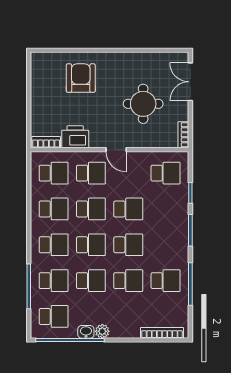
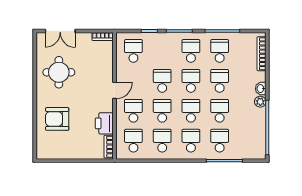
round table: (143, 104) -> (59, 72), moved
school desk: (54, 316) -> (191, 51), moved
washbasin: (86, 332) -> (261, 89), moved

